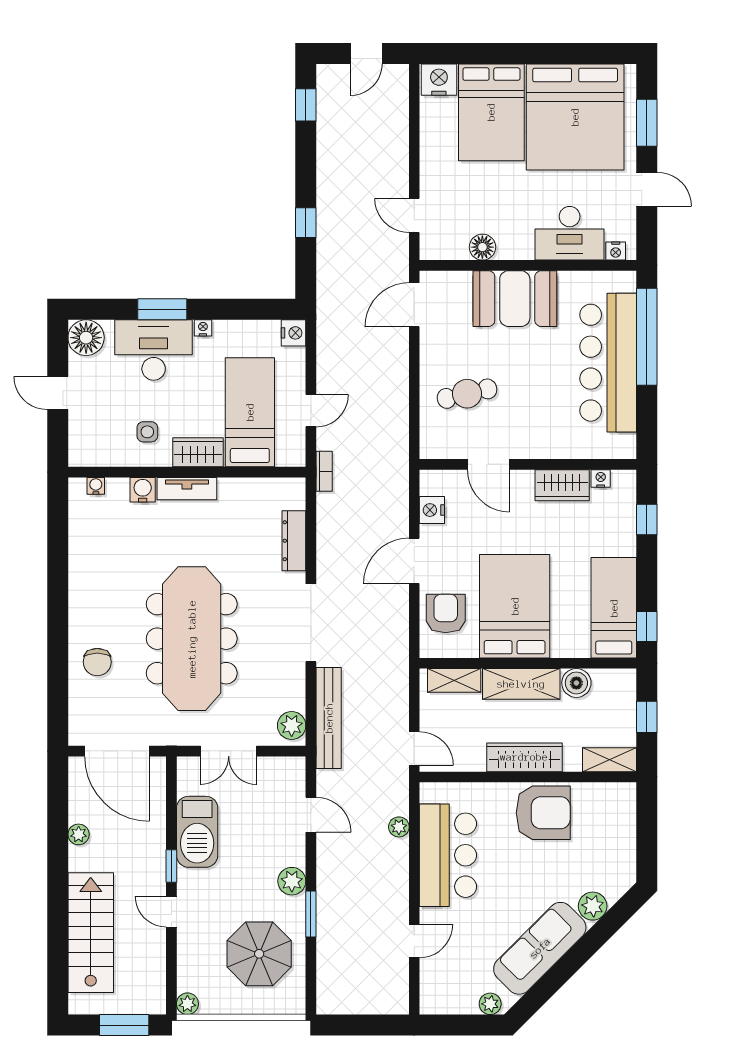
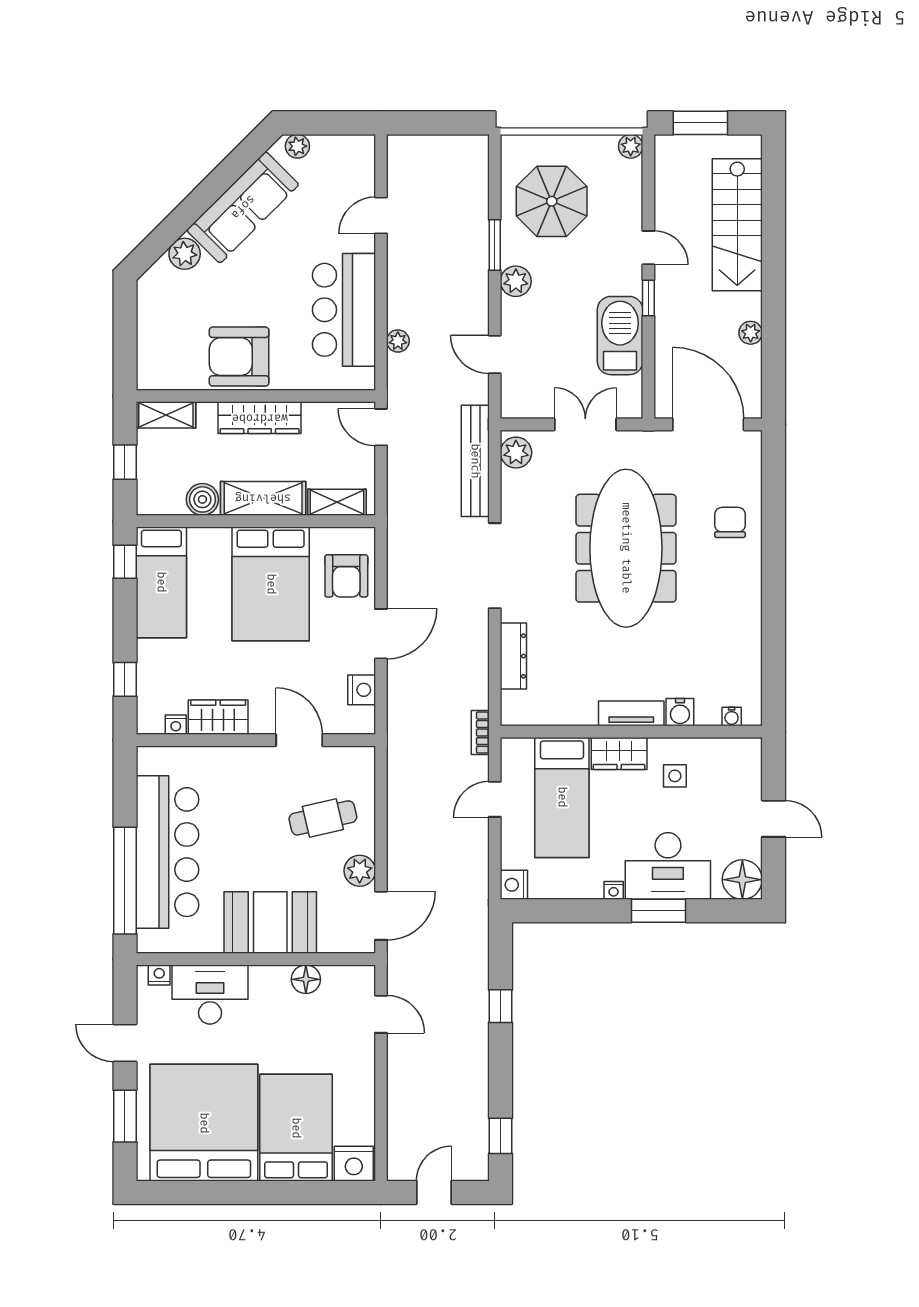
plant: (434, 346) -> (360, 871), added

